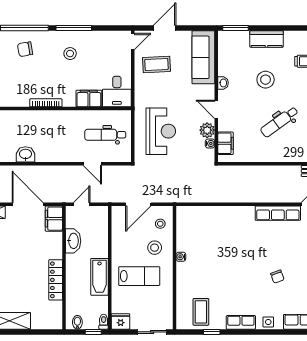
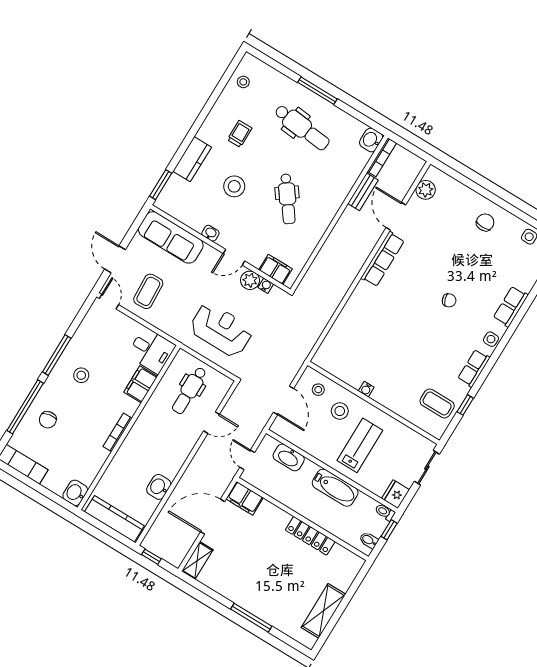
washbasin: (73, 241) -> (289, 457), moved, turned 180

